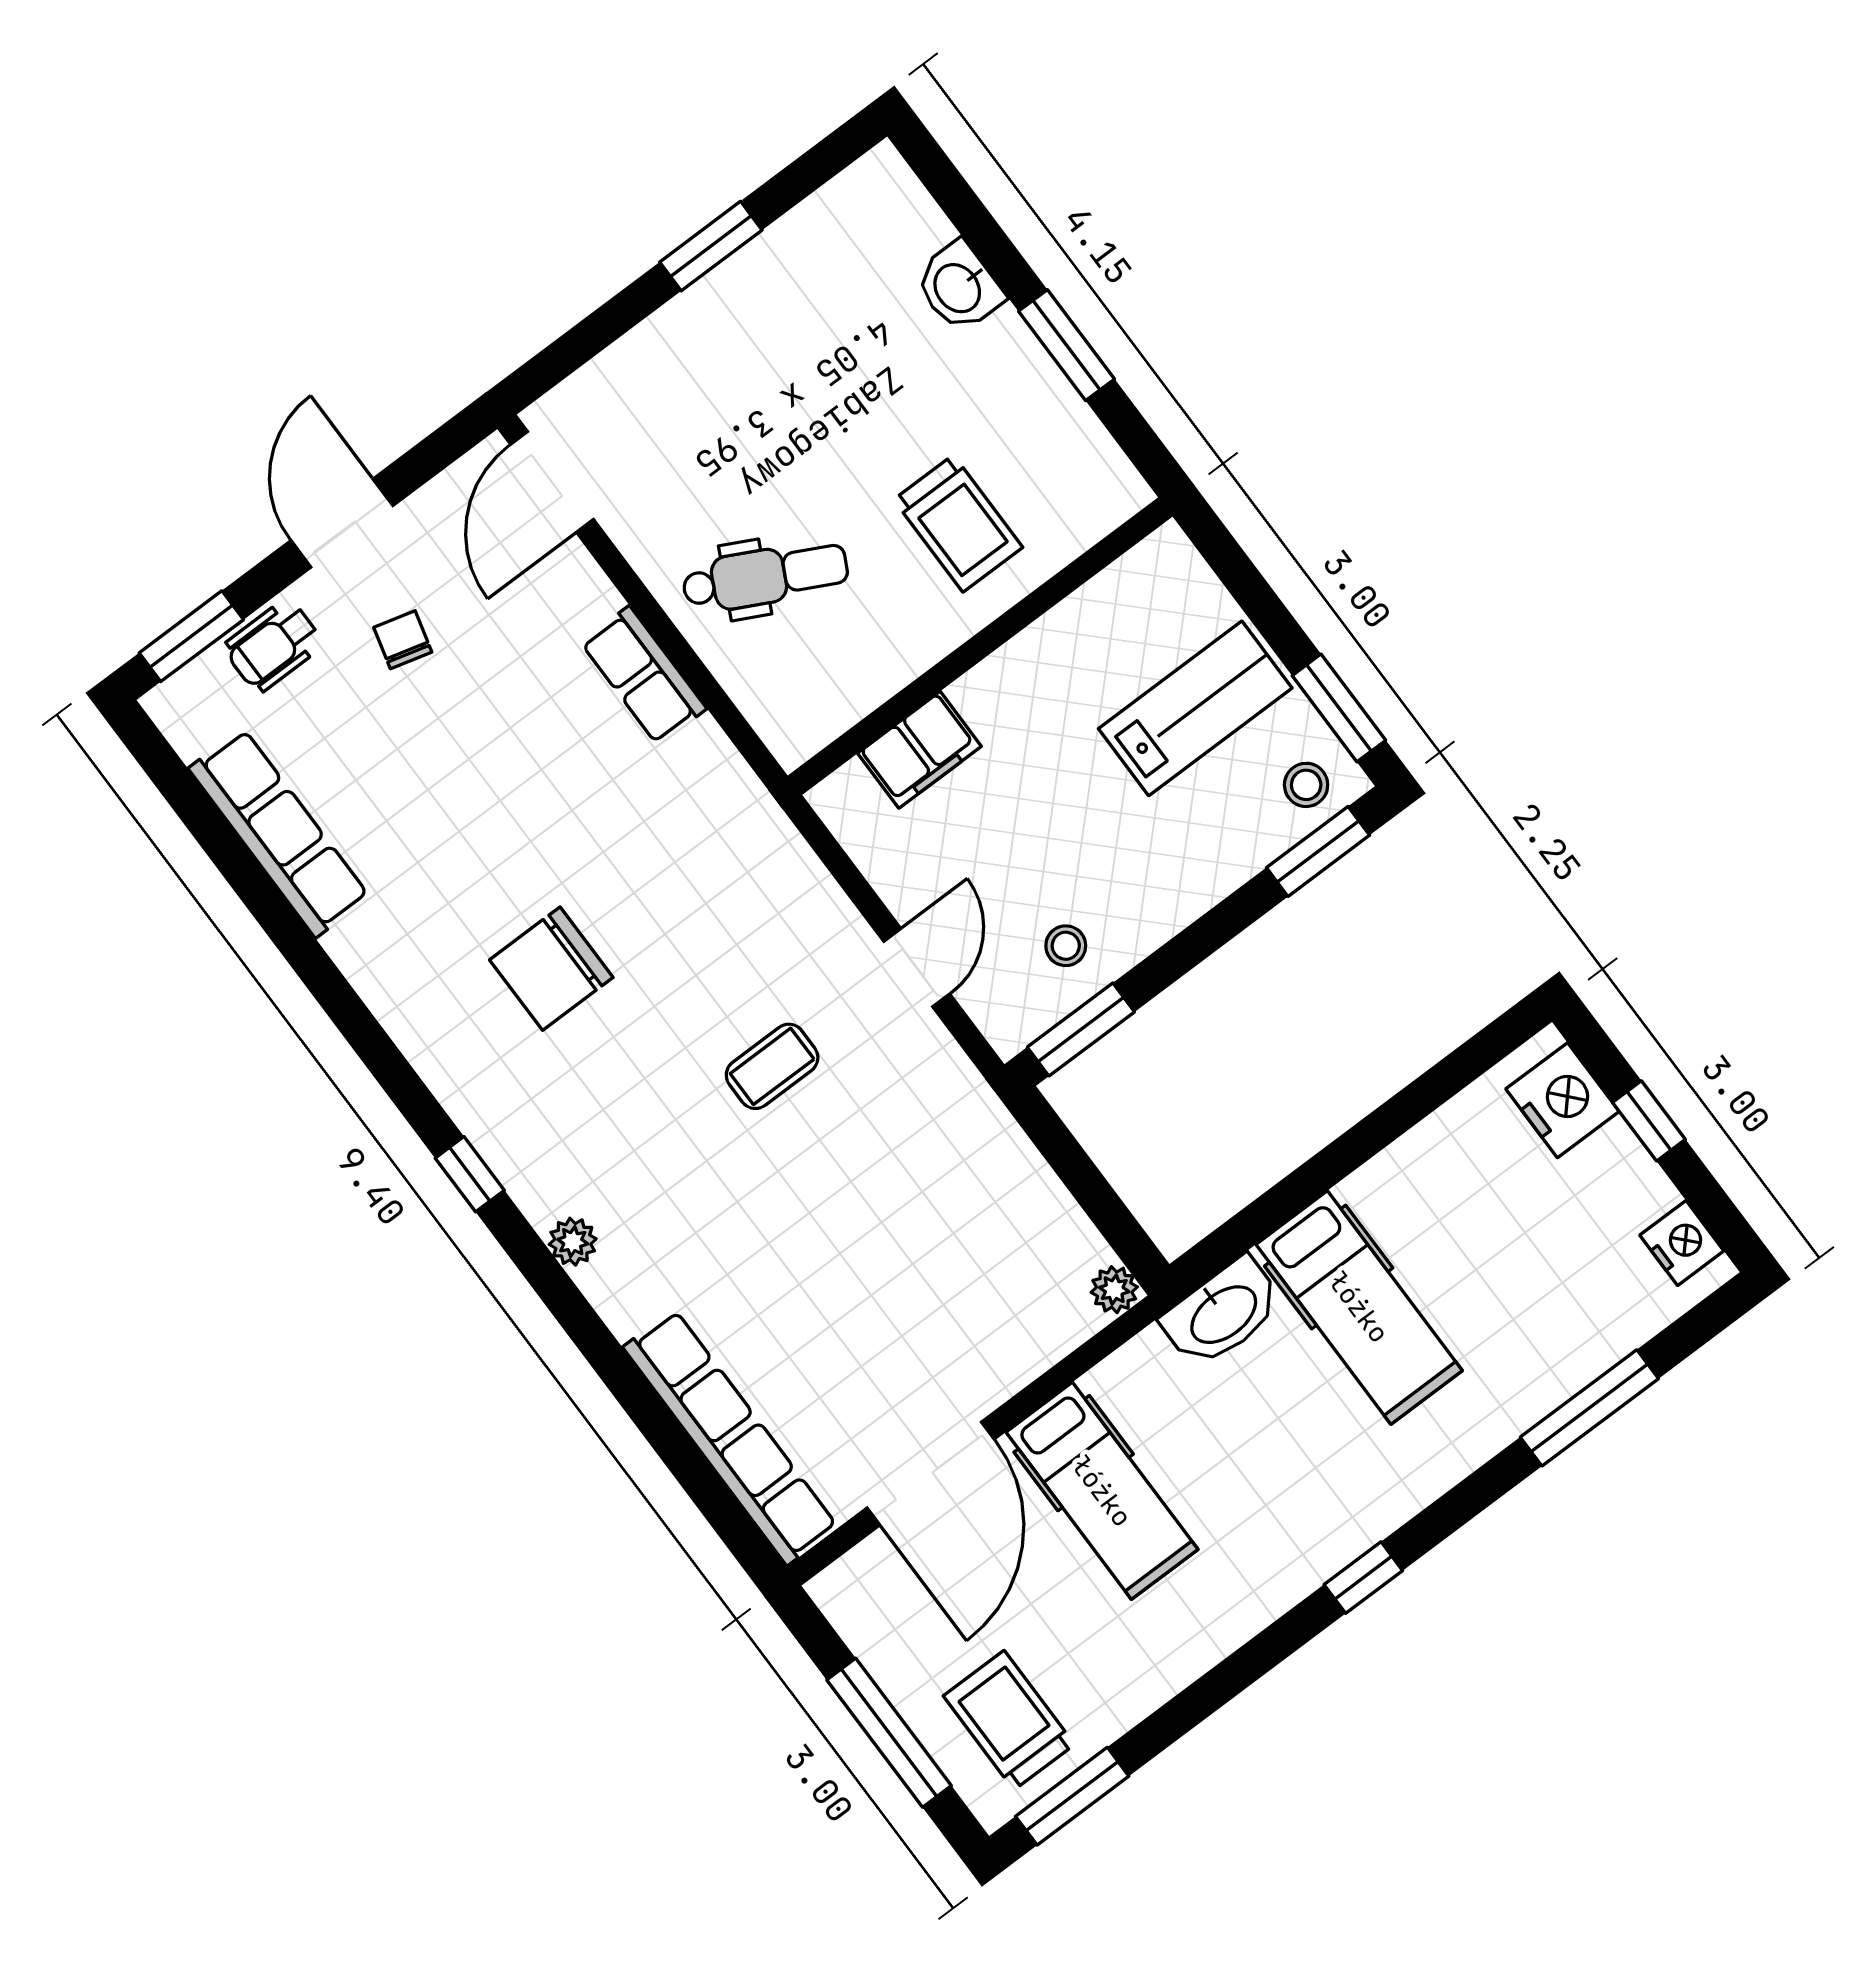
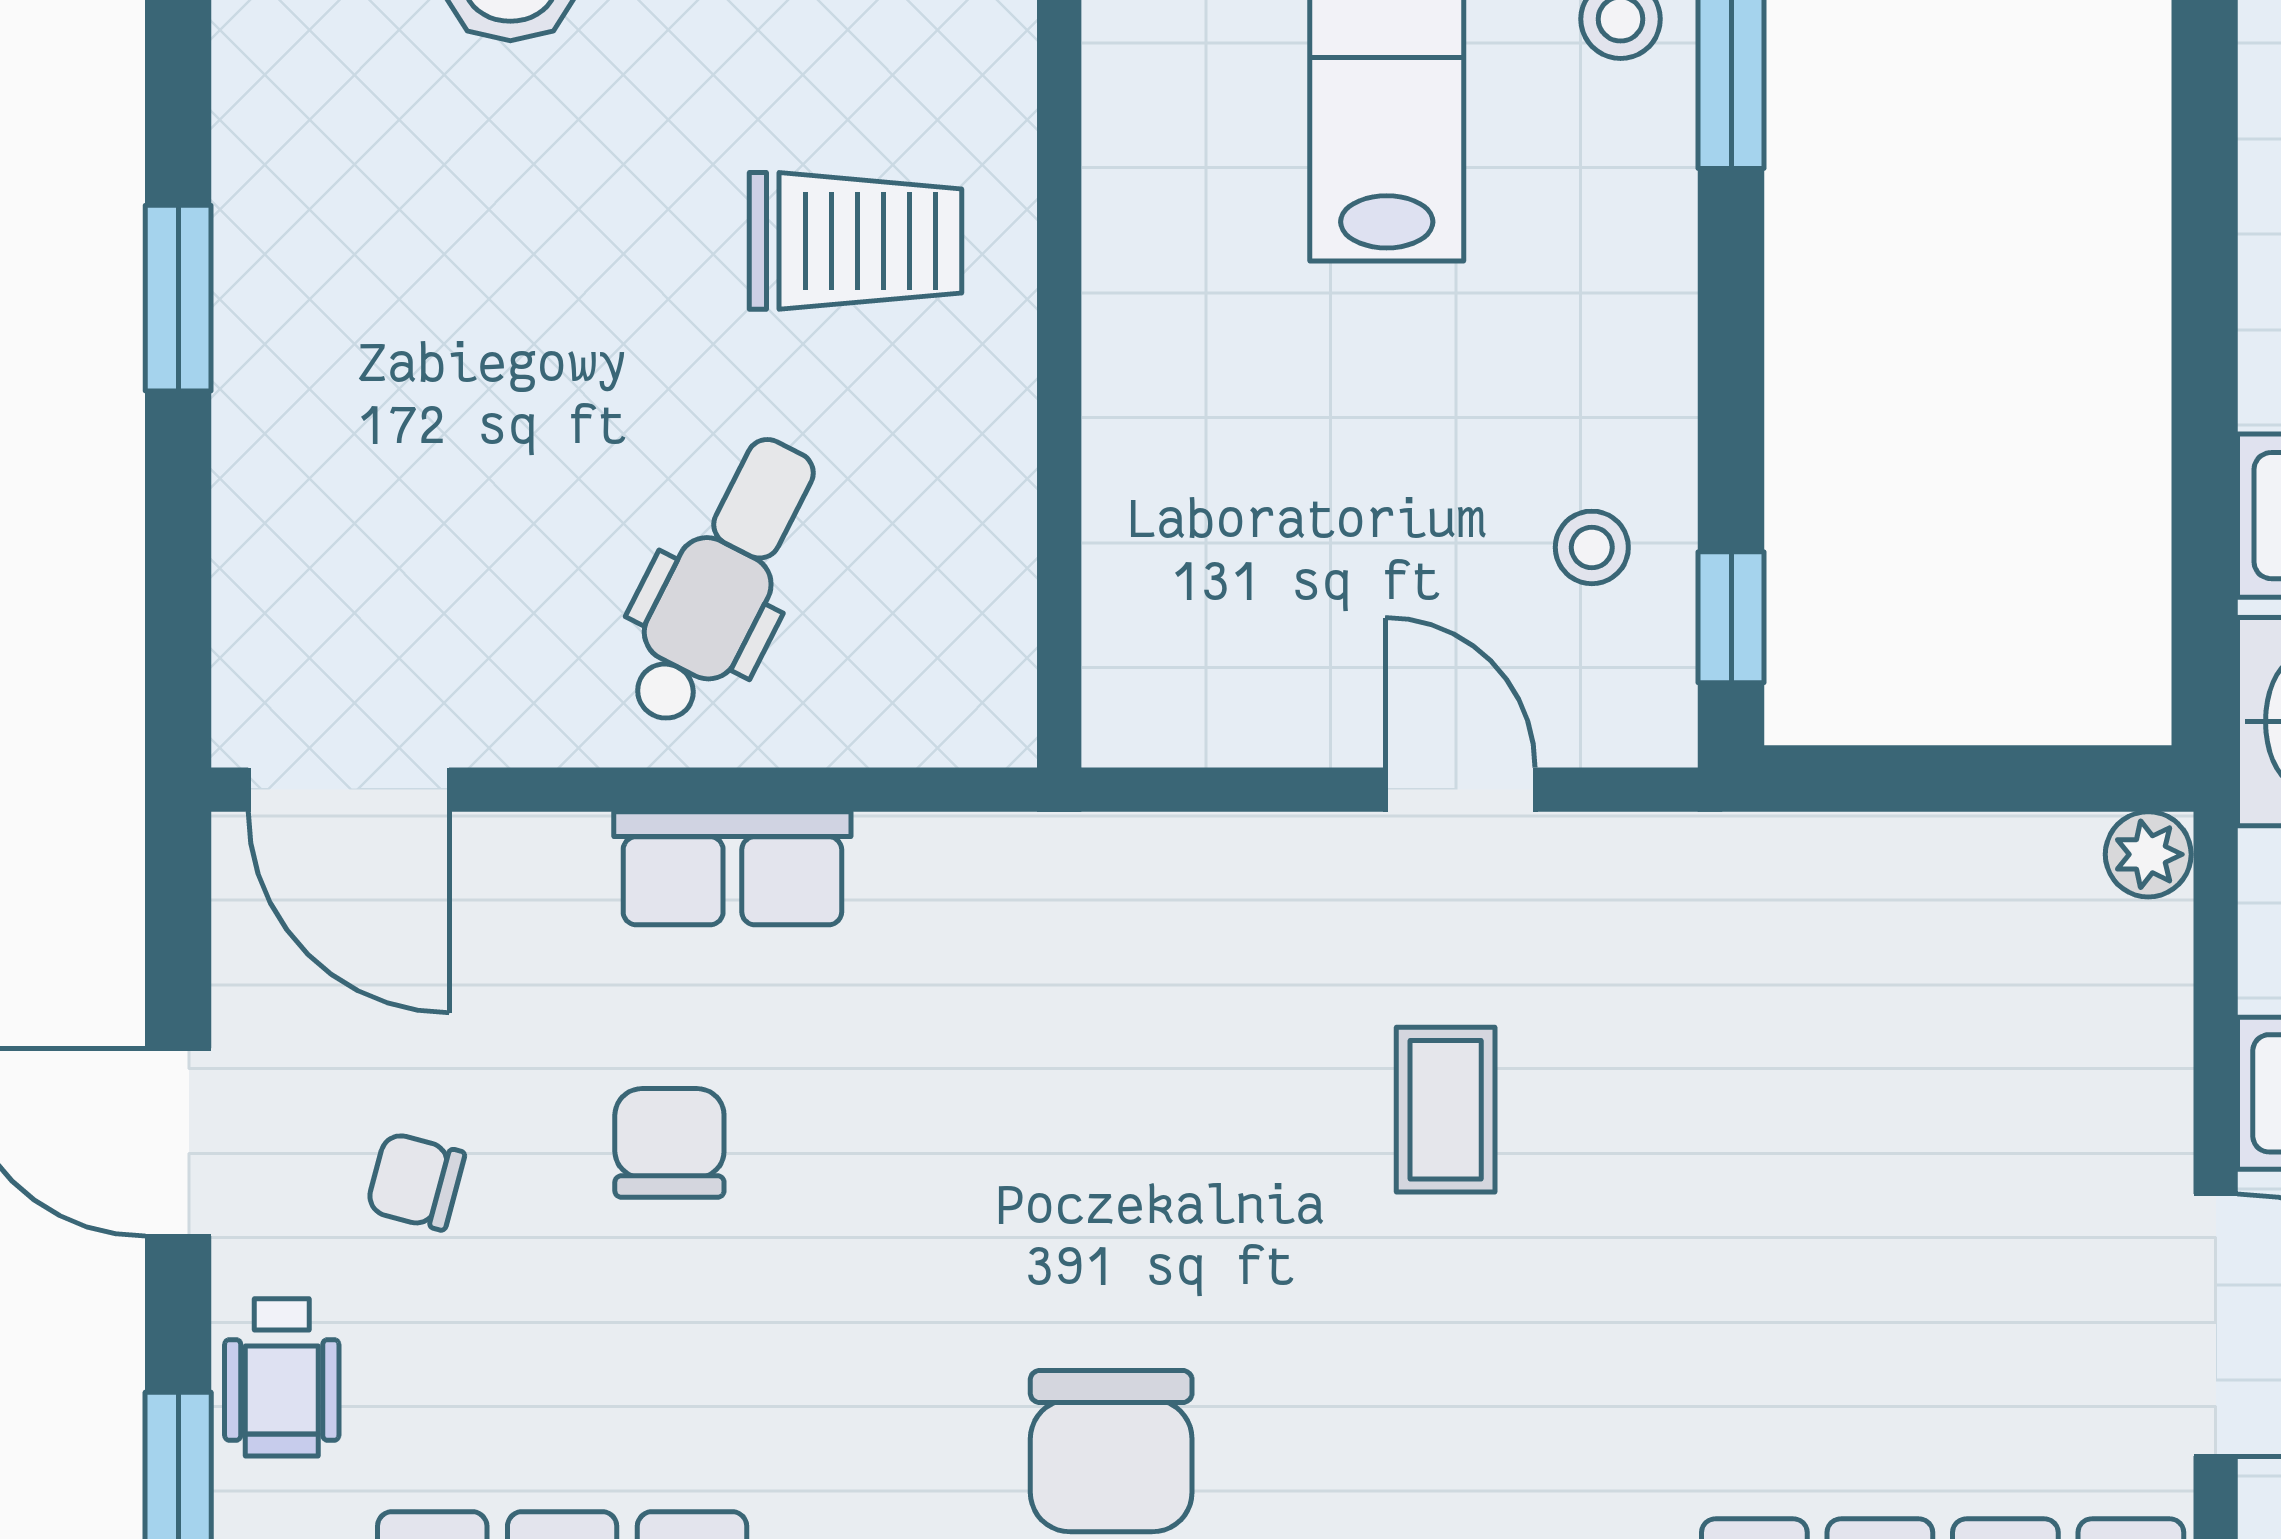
chair: (503, 738) -> (669, 1143), added
filing cabinet: (919, 750) -> (1144, 546), removed
chair: (551, 969) -> (1111, 1451), moved
window: (1081, 1029) -> (1731, 617), width x0.67

